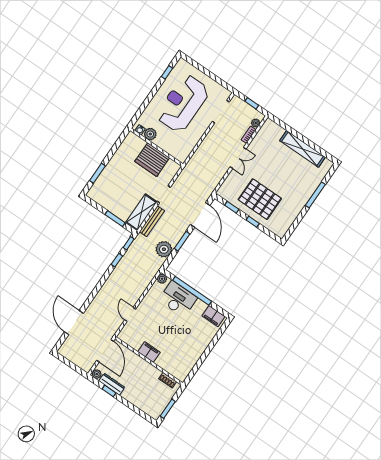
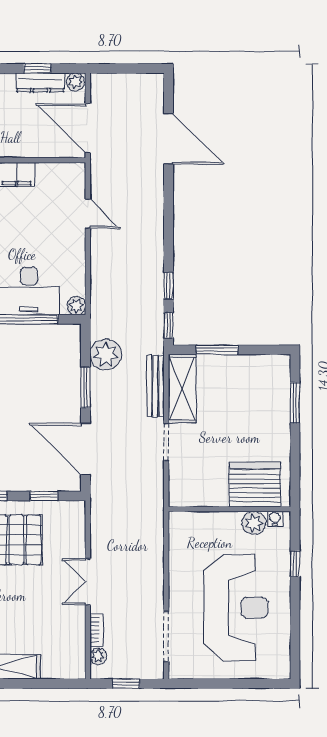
window: (167, 72) -> (295, 564), moved
server rack: (152, 160) -> (255, 484), moved

